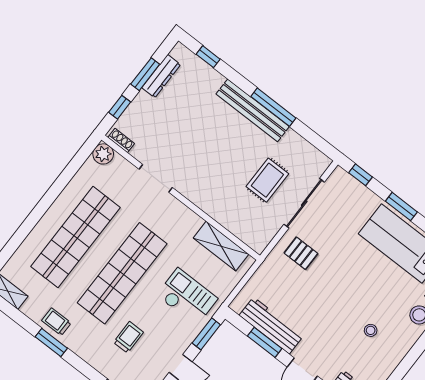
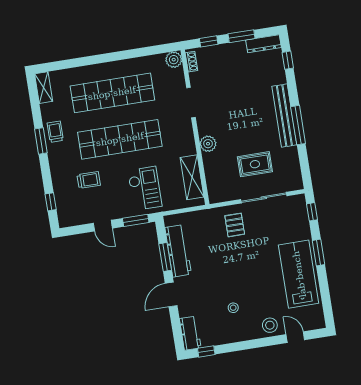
dresser: (161, 76) -> (263, 44), moved
plant: (207, 202) -> (208, 144), added

